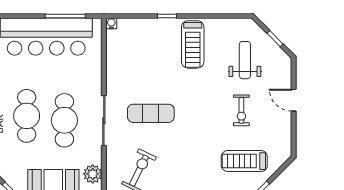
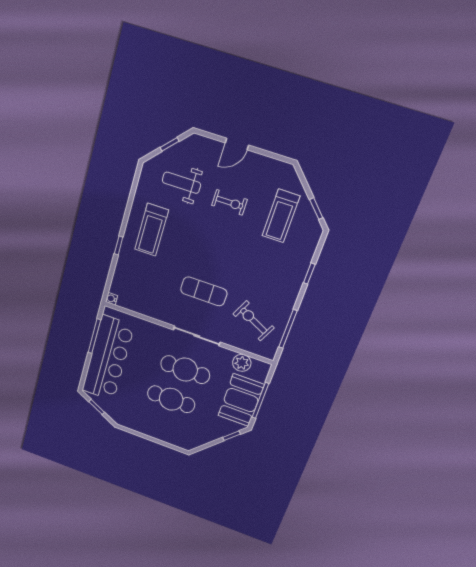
treadmill: (193, 44) -> (152, 230), turned 90
exercise mat: (151, 113) -> (204, 291), turned 90

